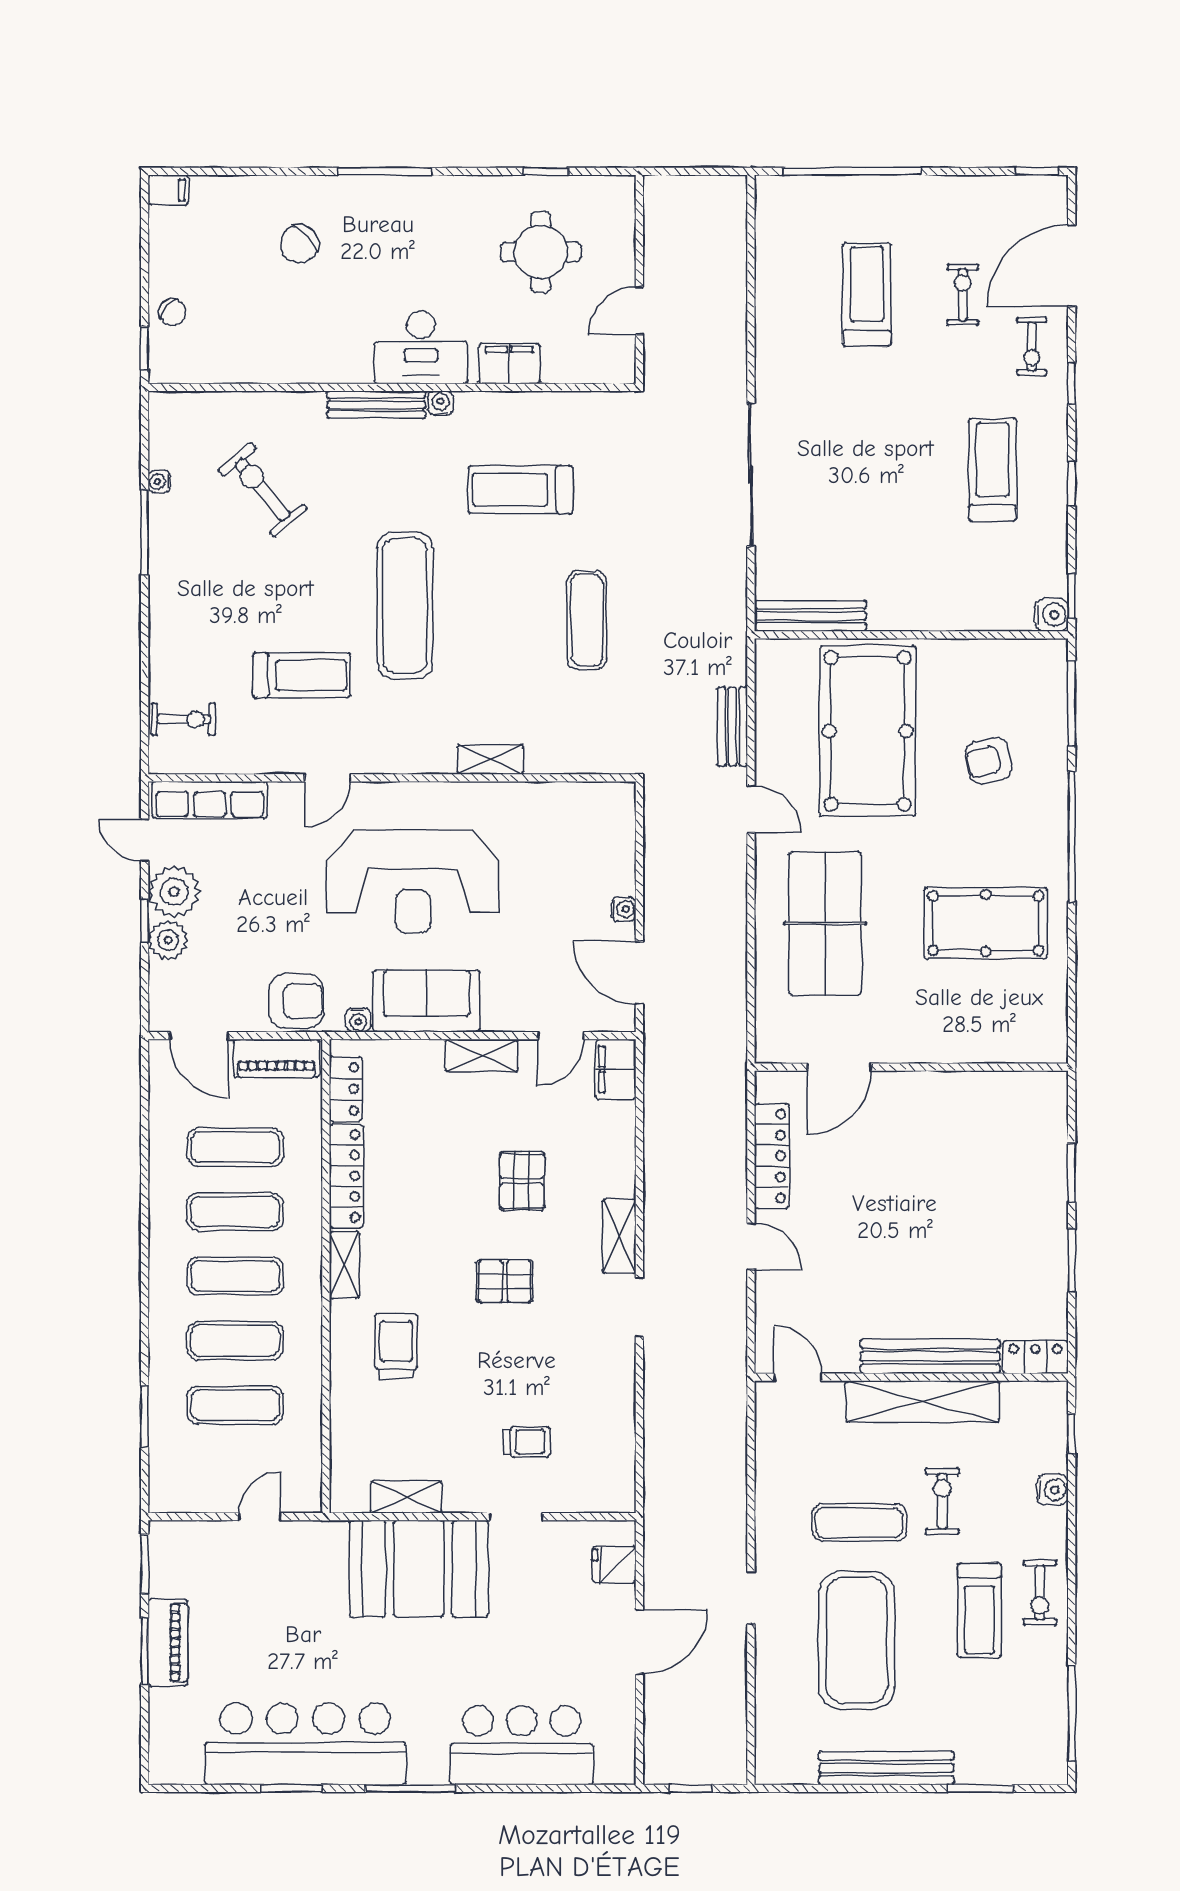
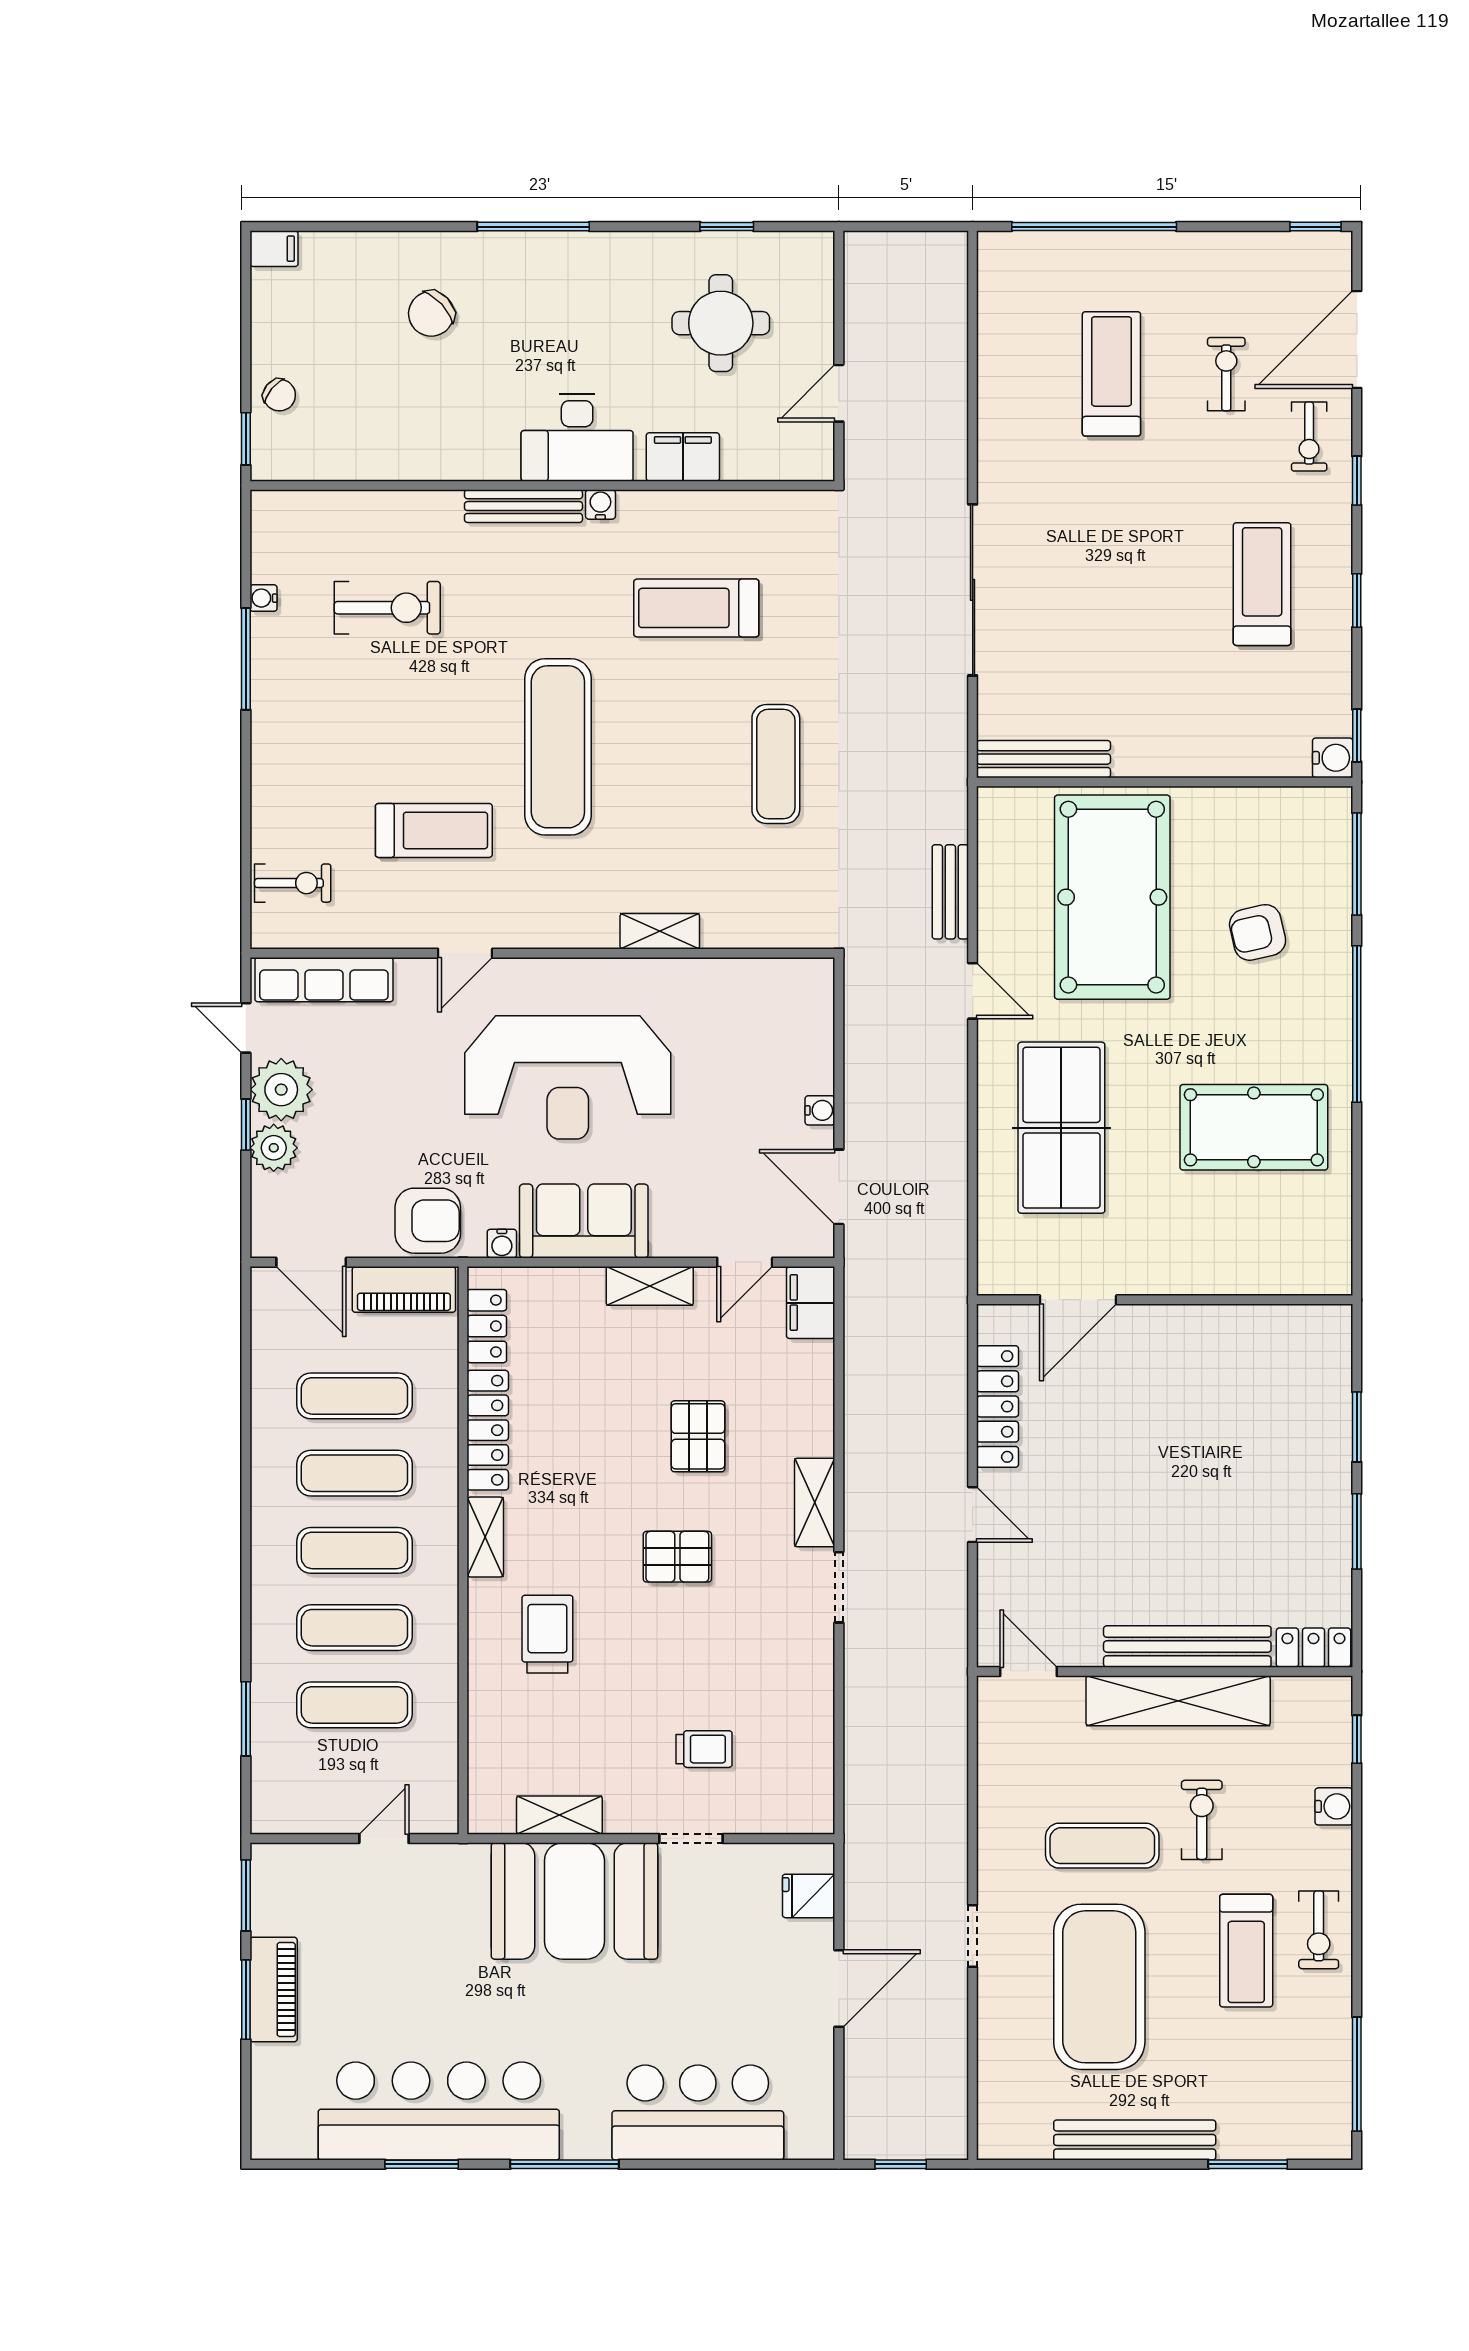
exercise bike: (263, 490) -> (387, 608), turned 130

